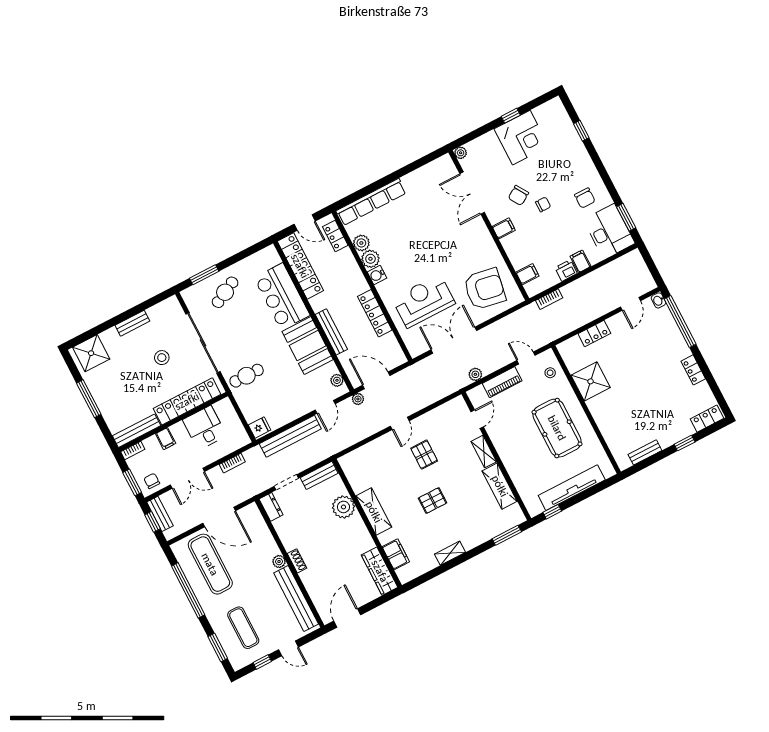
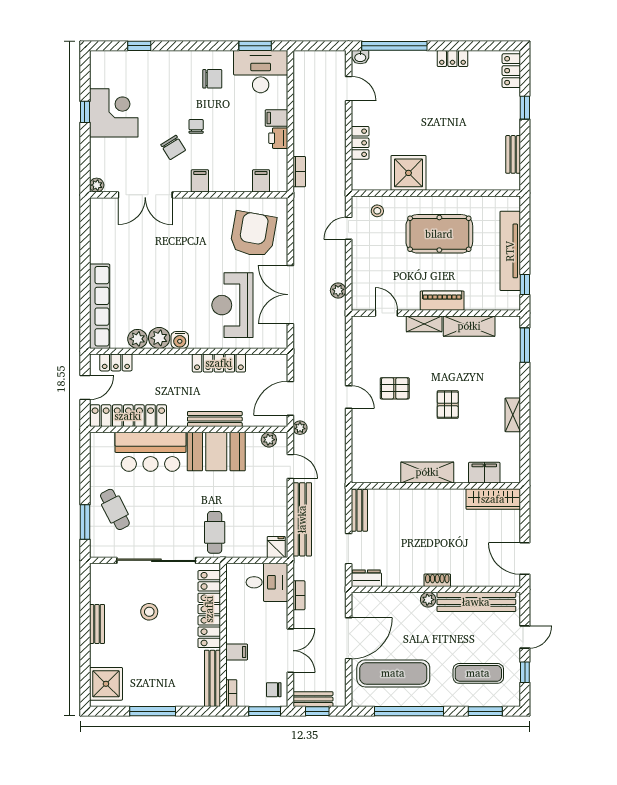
piano: (502, 382) -> (442, 301), moved, turned -90
desk: (205, 428) -> (267, 582), moved, turned 180
plant: (343, 507) -> (406, 502), removed

